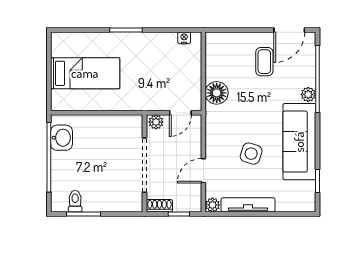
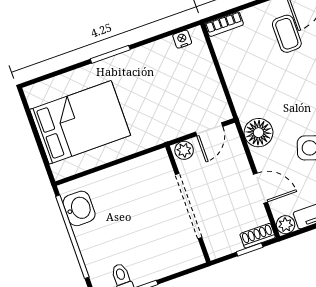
bookcase: (220, 38) -> (224, 24), added
bed: (85, 73) -> (80, 122), width x1.50
floor lamp: (217, 93) -> (258, 133), moved
door: (203, 171) -> (261, 188), swing flipped
shoe rack: (159, 206) -> (258, 236), moved

